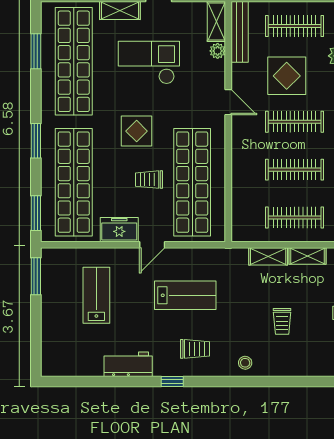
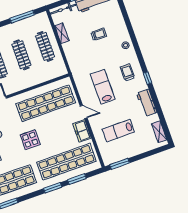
trolley: (149, 180) -> (52, 125), removed
window: (36, 213) -> (77, 179), moved
shelving: (268, 256) -> (159, 132), moved

